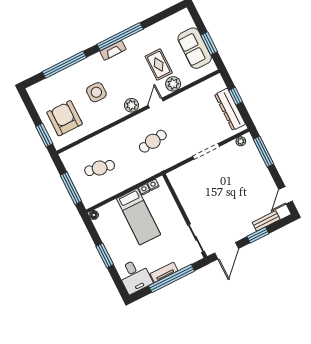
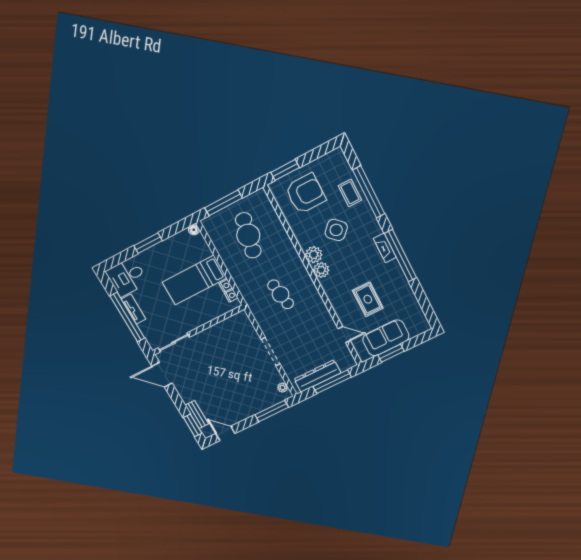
rug: (159, 65) -> (368, 299), turned 90
coffee table: (65, 81) -> (350, 193), added
plant: (173, 84) -> (314, 255), moved
side table: (96, 92) -> (336, 230), turned 45
window: (236, 96) -> (332, 382), width x2.17
door: (156, 103) -> (344, 335), moved
cafe table: (100, 168) -> (248, 235), width x1.37, depth x1.35
window: (258, 235) -> (193, 425), moved

